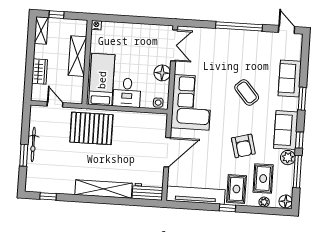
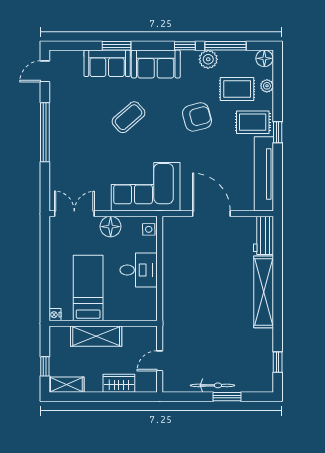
bed: (102, 80) -> (88, 288), moved, turned 90
window: (302, 99) -> (117, 46), moved
pallet: (91, 128) -> (187, 312), removed
sofa: (286, 130) -> (156, 64), moved

